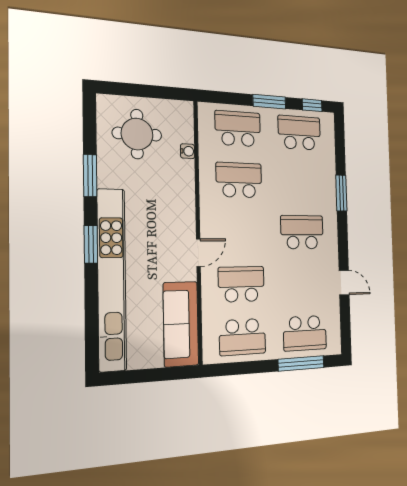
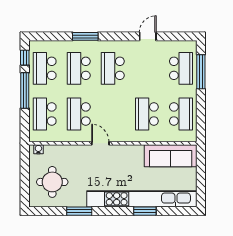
window: (269, 102) -> (25, 90), width x1.44
water cooler: (188, 151) -> (38, 149), moved
school desk: (301, 182) -> (79, 68), added
window: (91, 244) -> (145, 211), moved
door: (198, 253) -> (100, 143), moved

